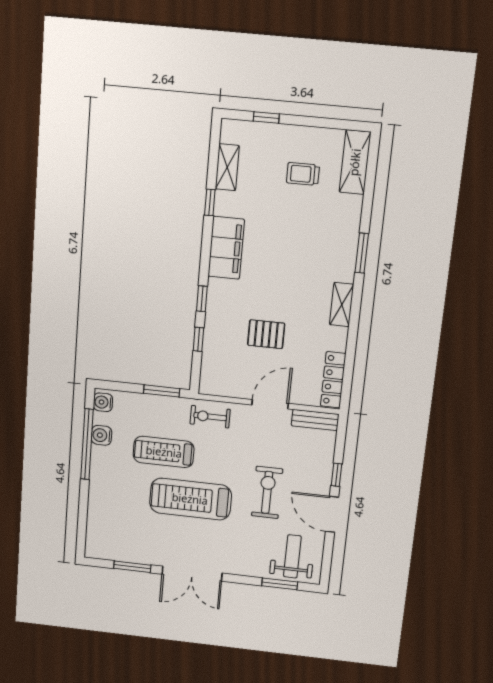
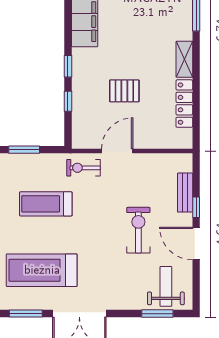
locker: (333, 380) -> (184, 104), moved
window: (162, 391) -> (24, 150), moved
door: (270, 404) -> (117, 151), moved
bench: (315, 420) -> (185, 193), moved, turned 90
treadmill: (190, 499) -> (42, 270), moved

